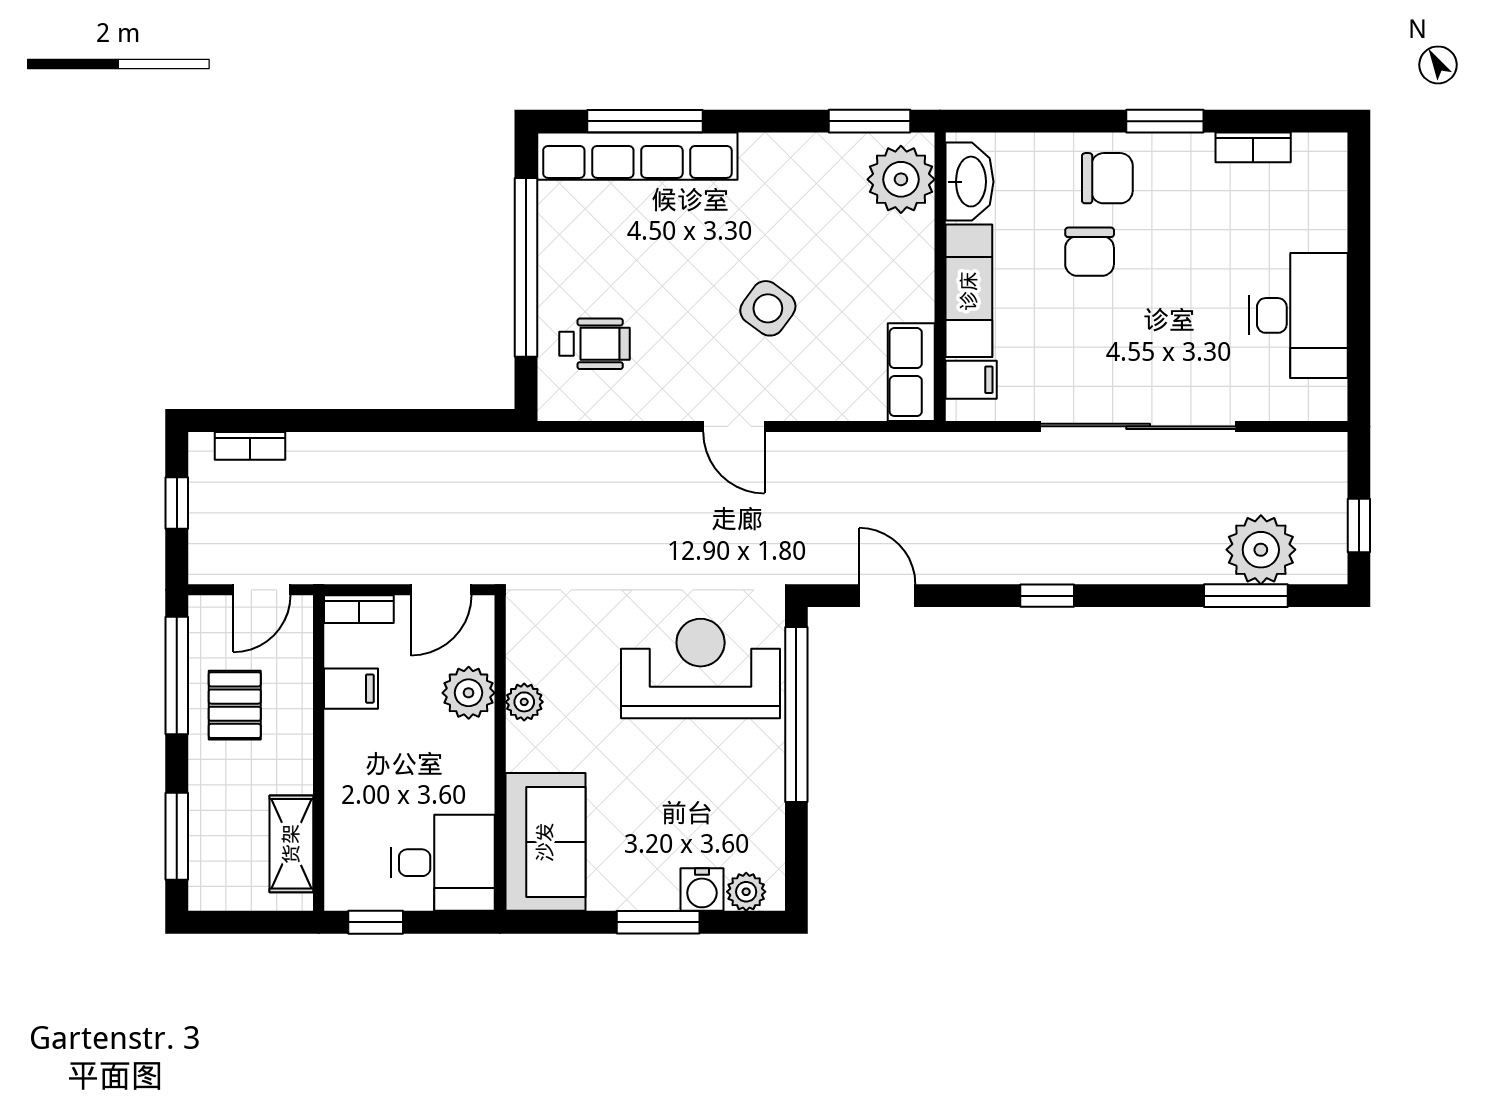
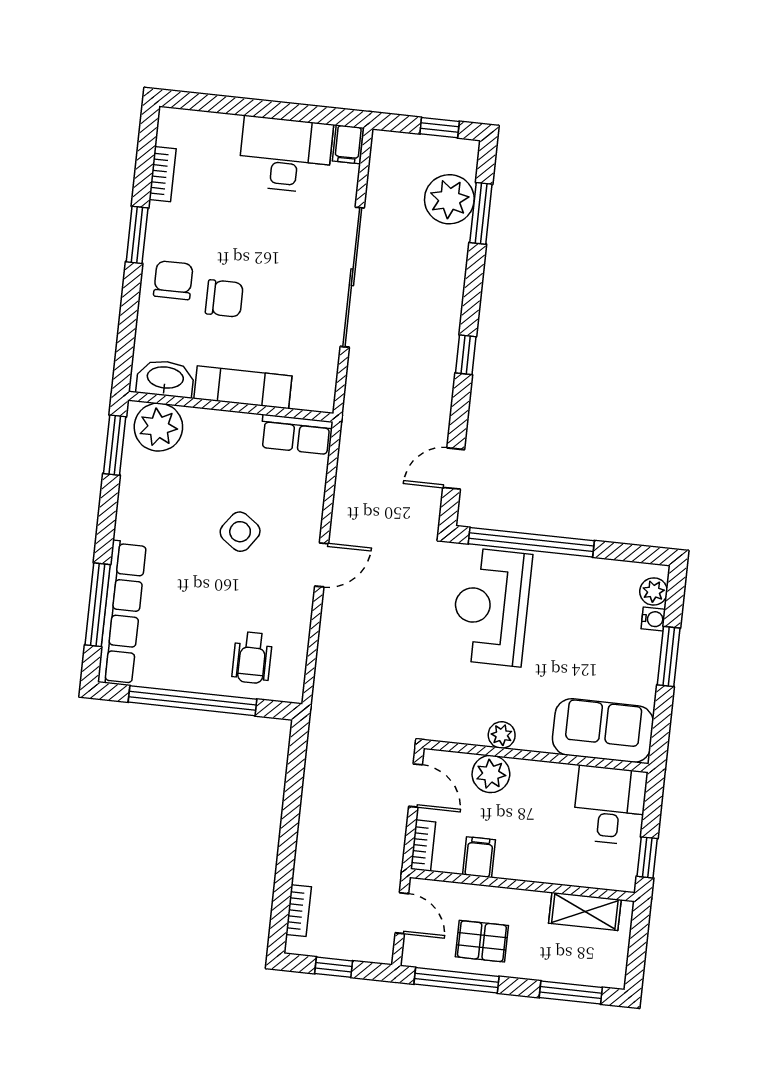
wheelchair: (595, 344) -> (252, 658), turned 180
filing cabinet: (971, 380) -> (348, 144), moved, turned 180
water cooler: (702, 890) -> (653, 619), width x0.72, depth x0.72

